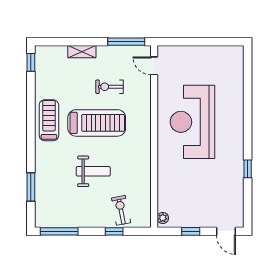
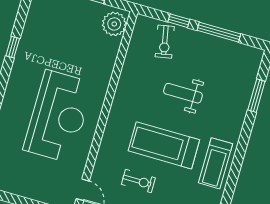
plant: (163, 218) -> (114, 24), width x1.87, depth x1.87
window: (59, 231) -> (219, 32), moved

